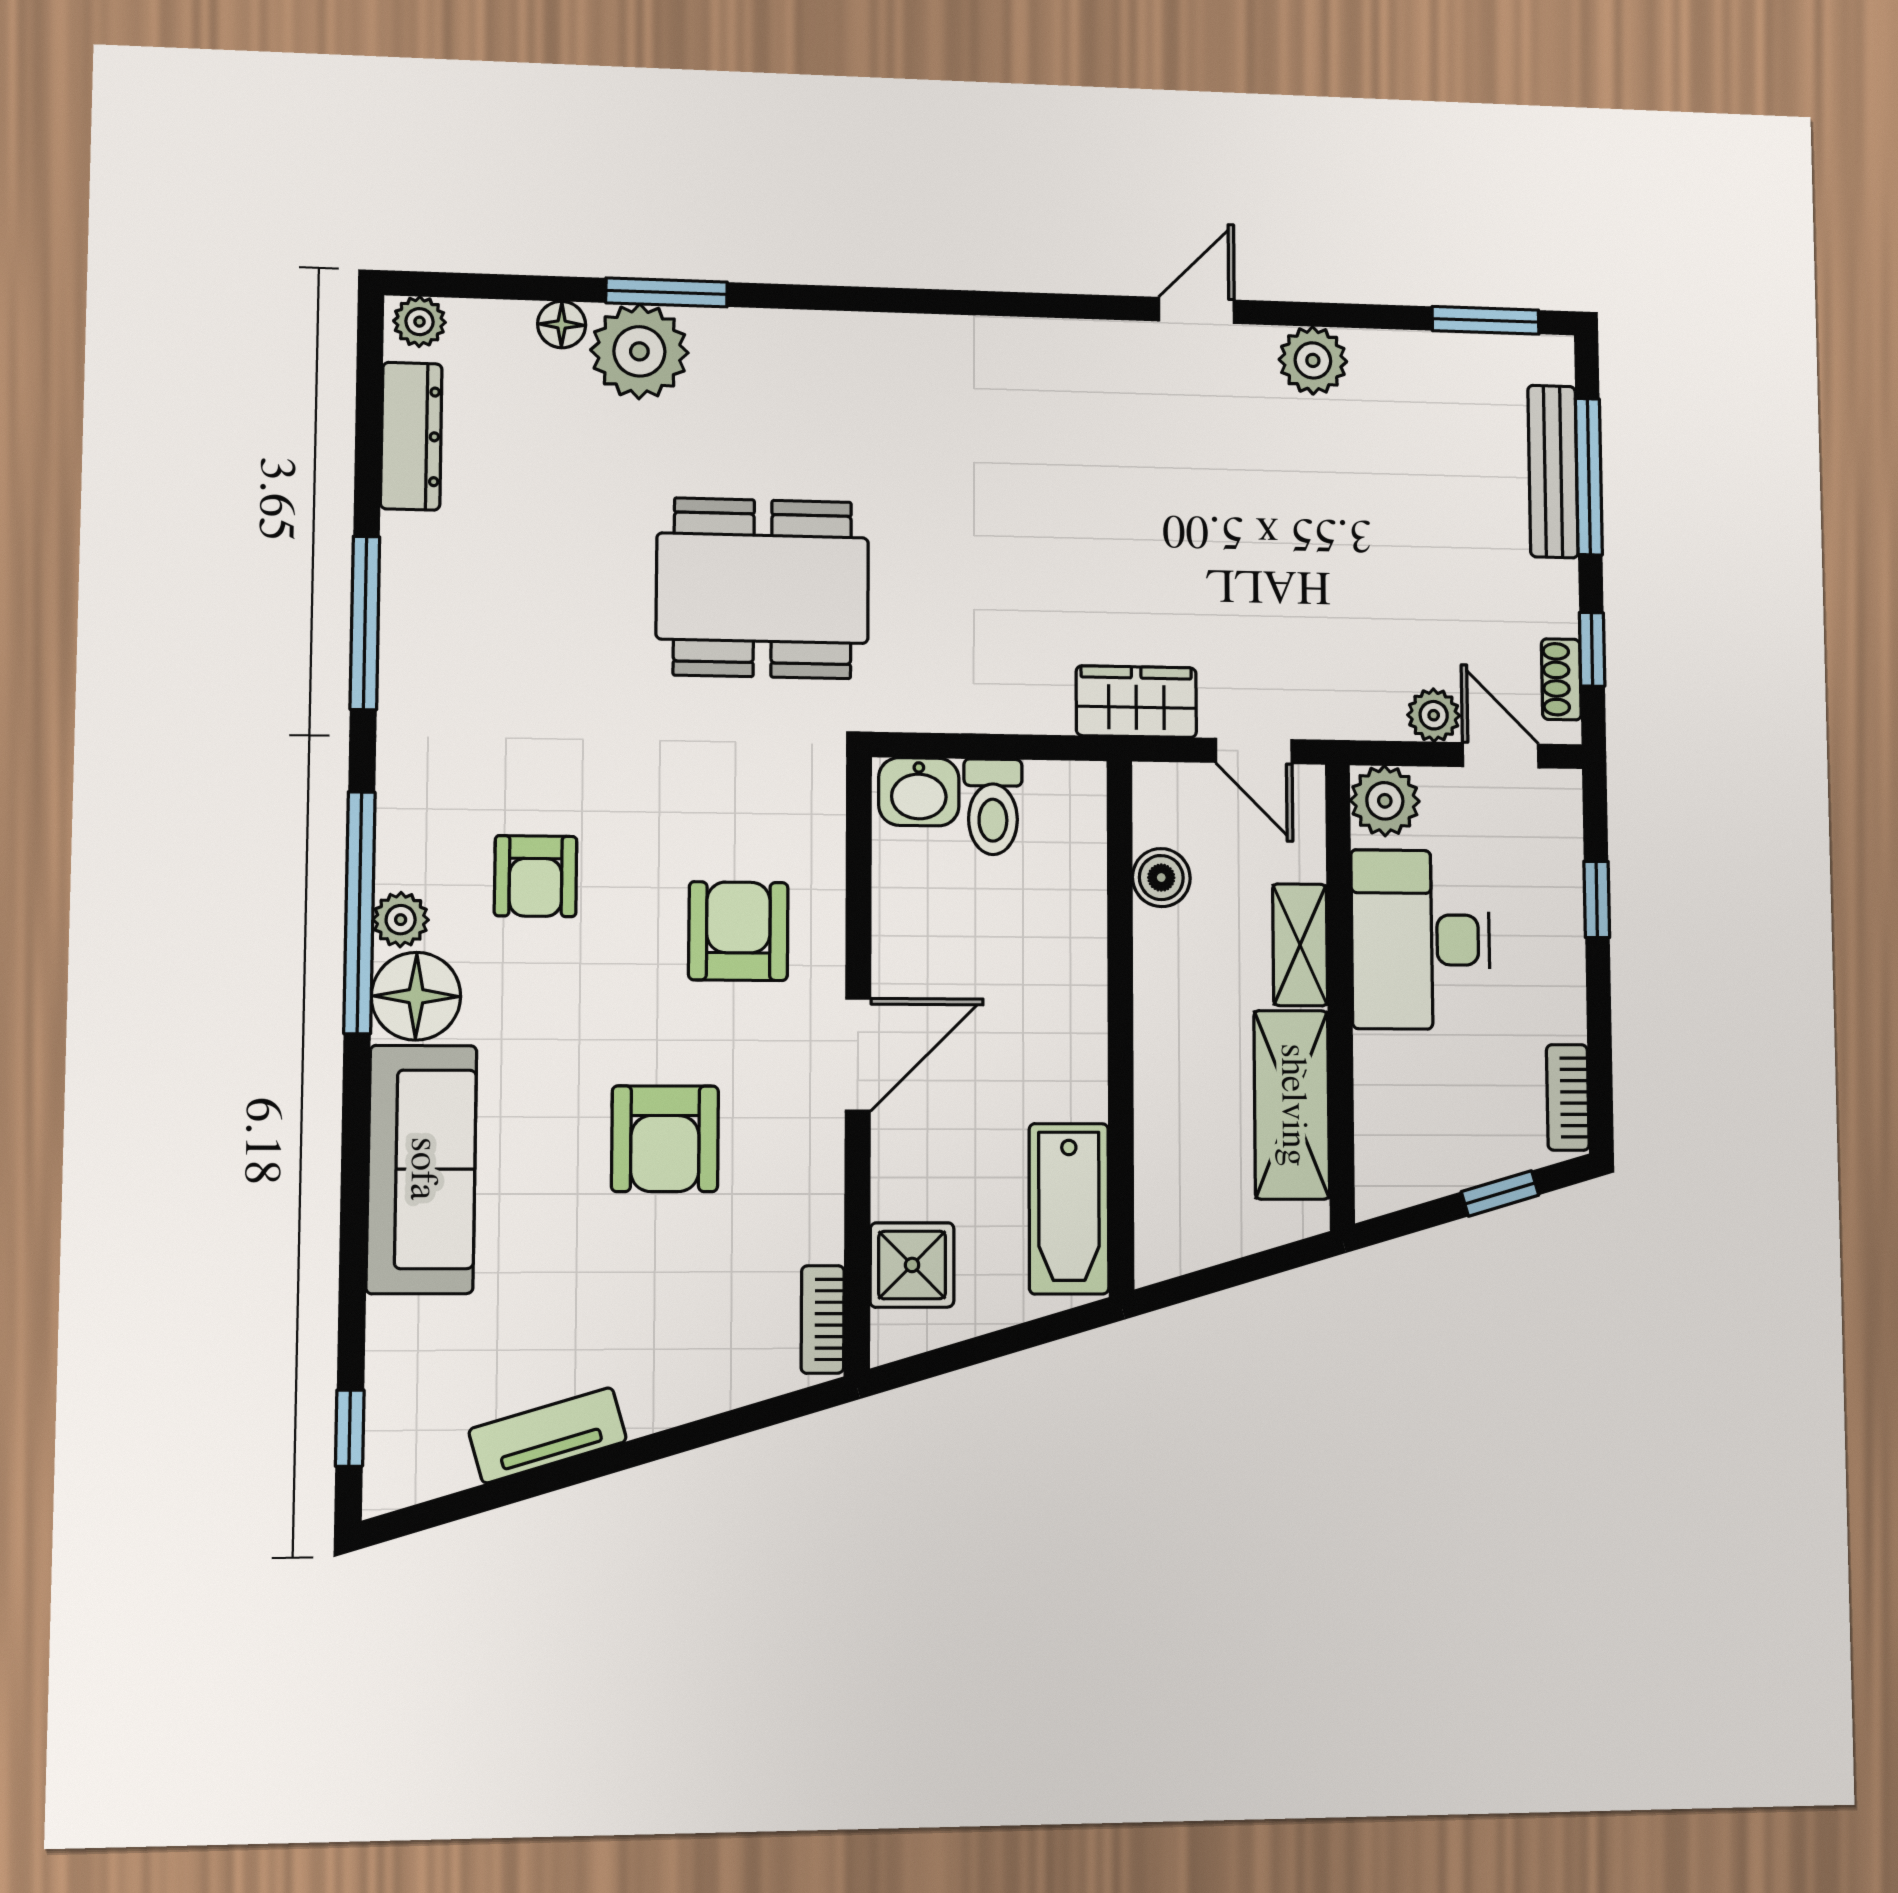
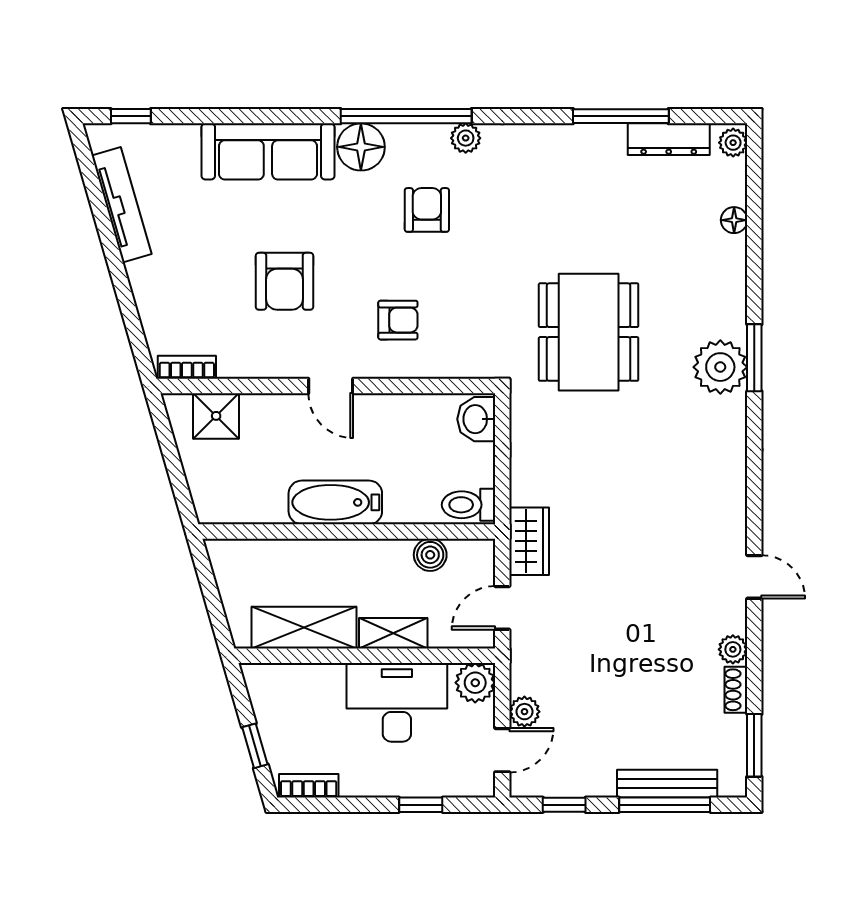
window: (667, 292) -> (754, 358), moved
plant: (639, 351) -> (720, 367), moved
plant: (1313, 360) -> (733, 649), width x0.73, depth x0.73
window: (365, 623) -> (621, 116), moved
shoe rack: (1561, 679) -> (736, 690), moved, turned -90
toilet: (993, 807) -> (469, 505), moved
armchair: (536, 876) -> (427, 210), turned 90
plant: (401, 920) -> (466, 138), moved
armchair: (738, 931) -> (398, 320), width x0.72, depth x0.72
door: (858, 1055) -> (331, 386), width x0.73
armchair: (665, 1139) -> (285, 281), turned -90
bathtub: (1069, 1209) -> (335, 502), moved
tv unit: (548, 1435) -> (122, 205), width x1.41

